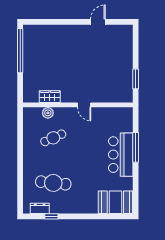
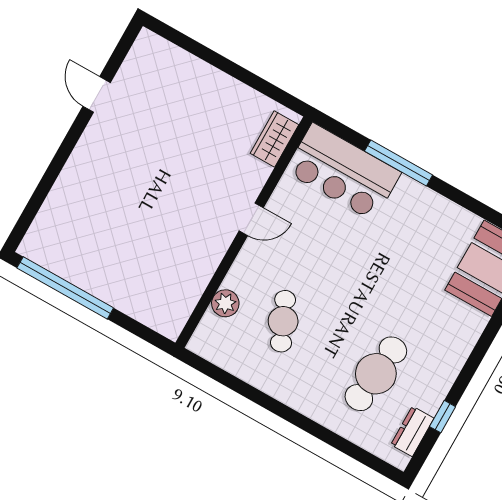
window: (136, 79) -> (258, 83), removed
wardrobe: (50, 97) -> (274, 139), moved
bar counter: (121, 155) -> (343, 172), moved

